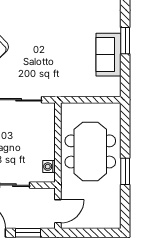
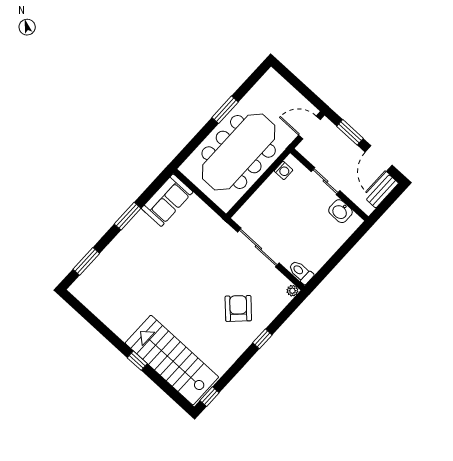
sofa: (109, 55) -> (167, 200), moved
meeting table: (90, 151) -> (239, 152), width x1.36

